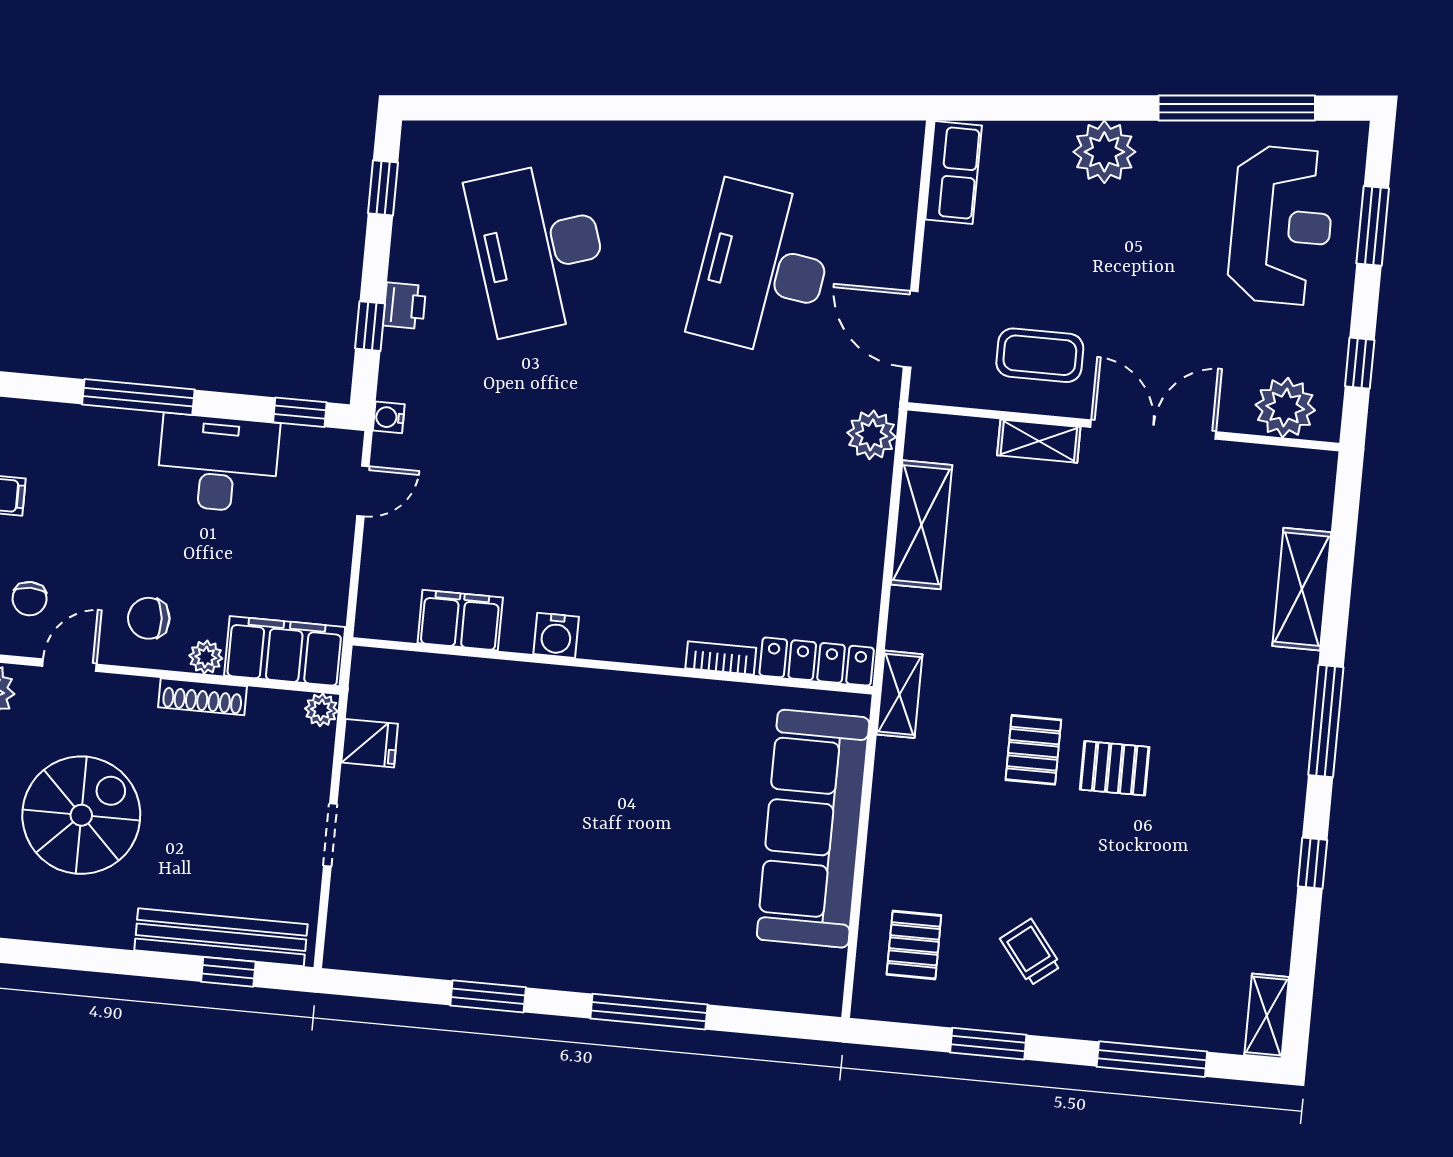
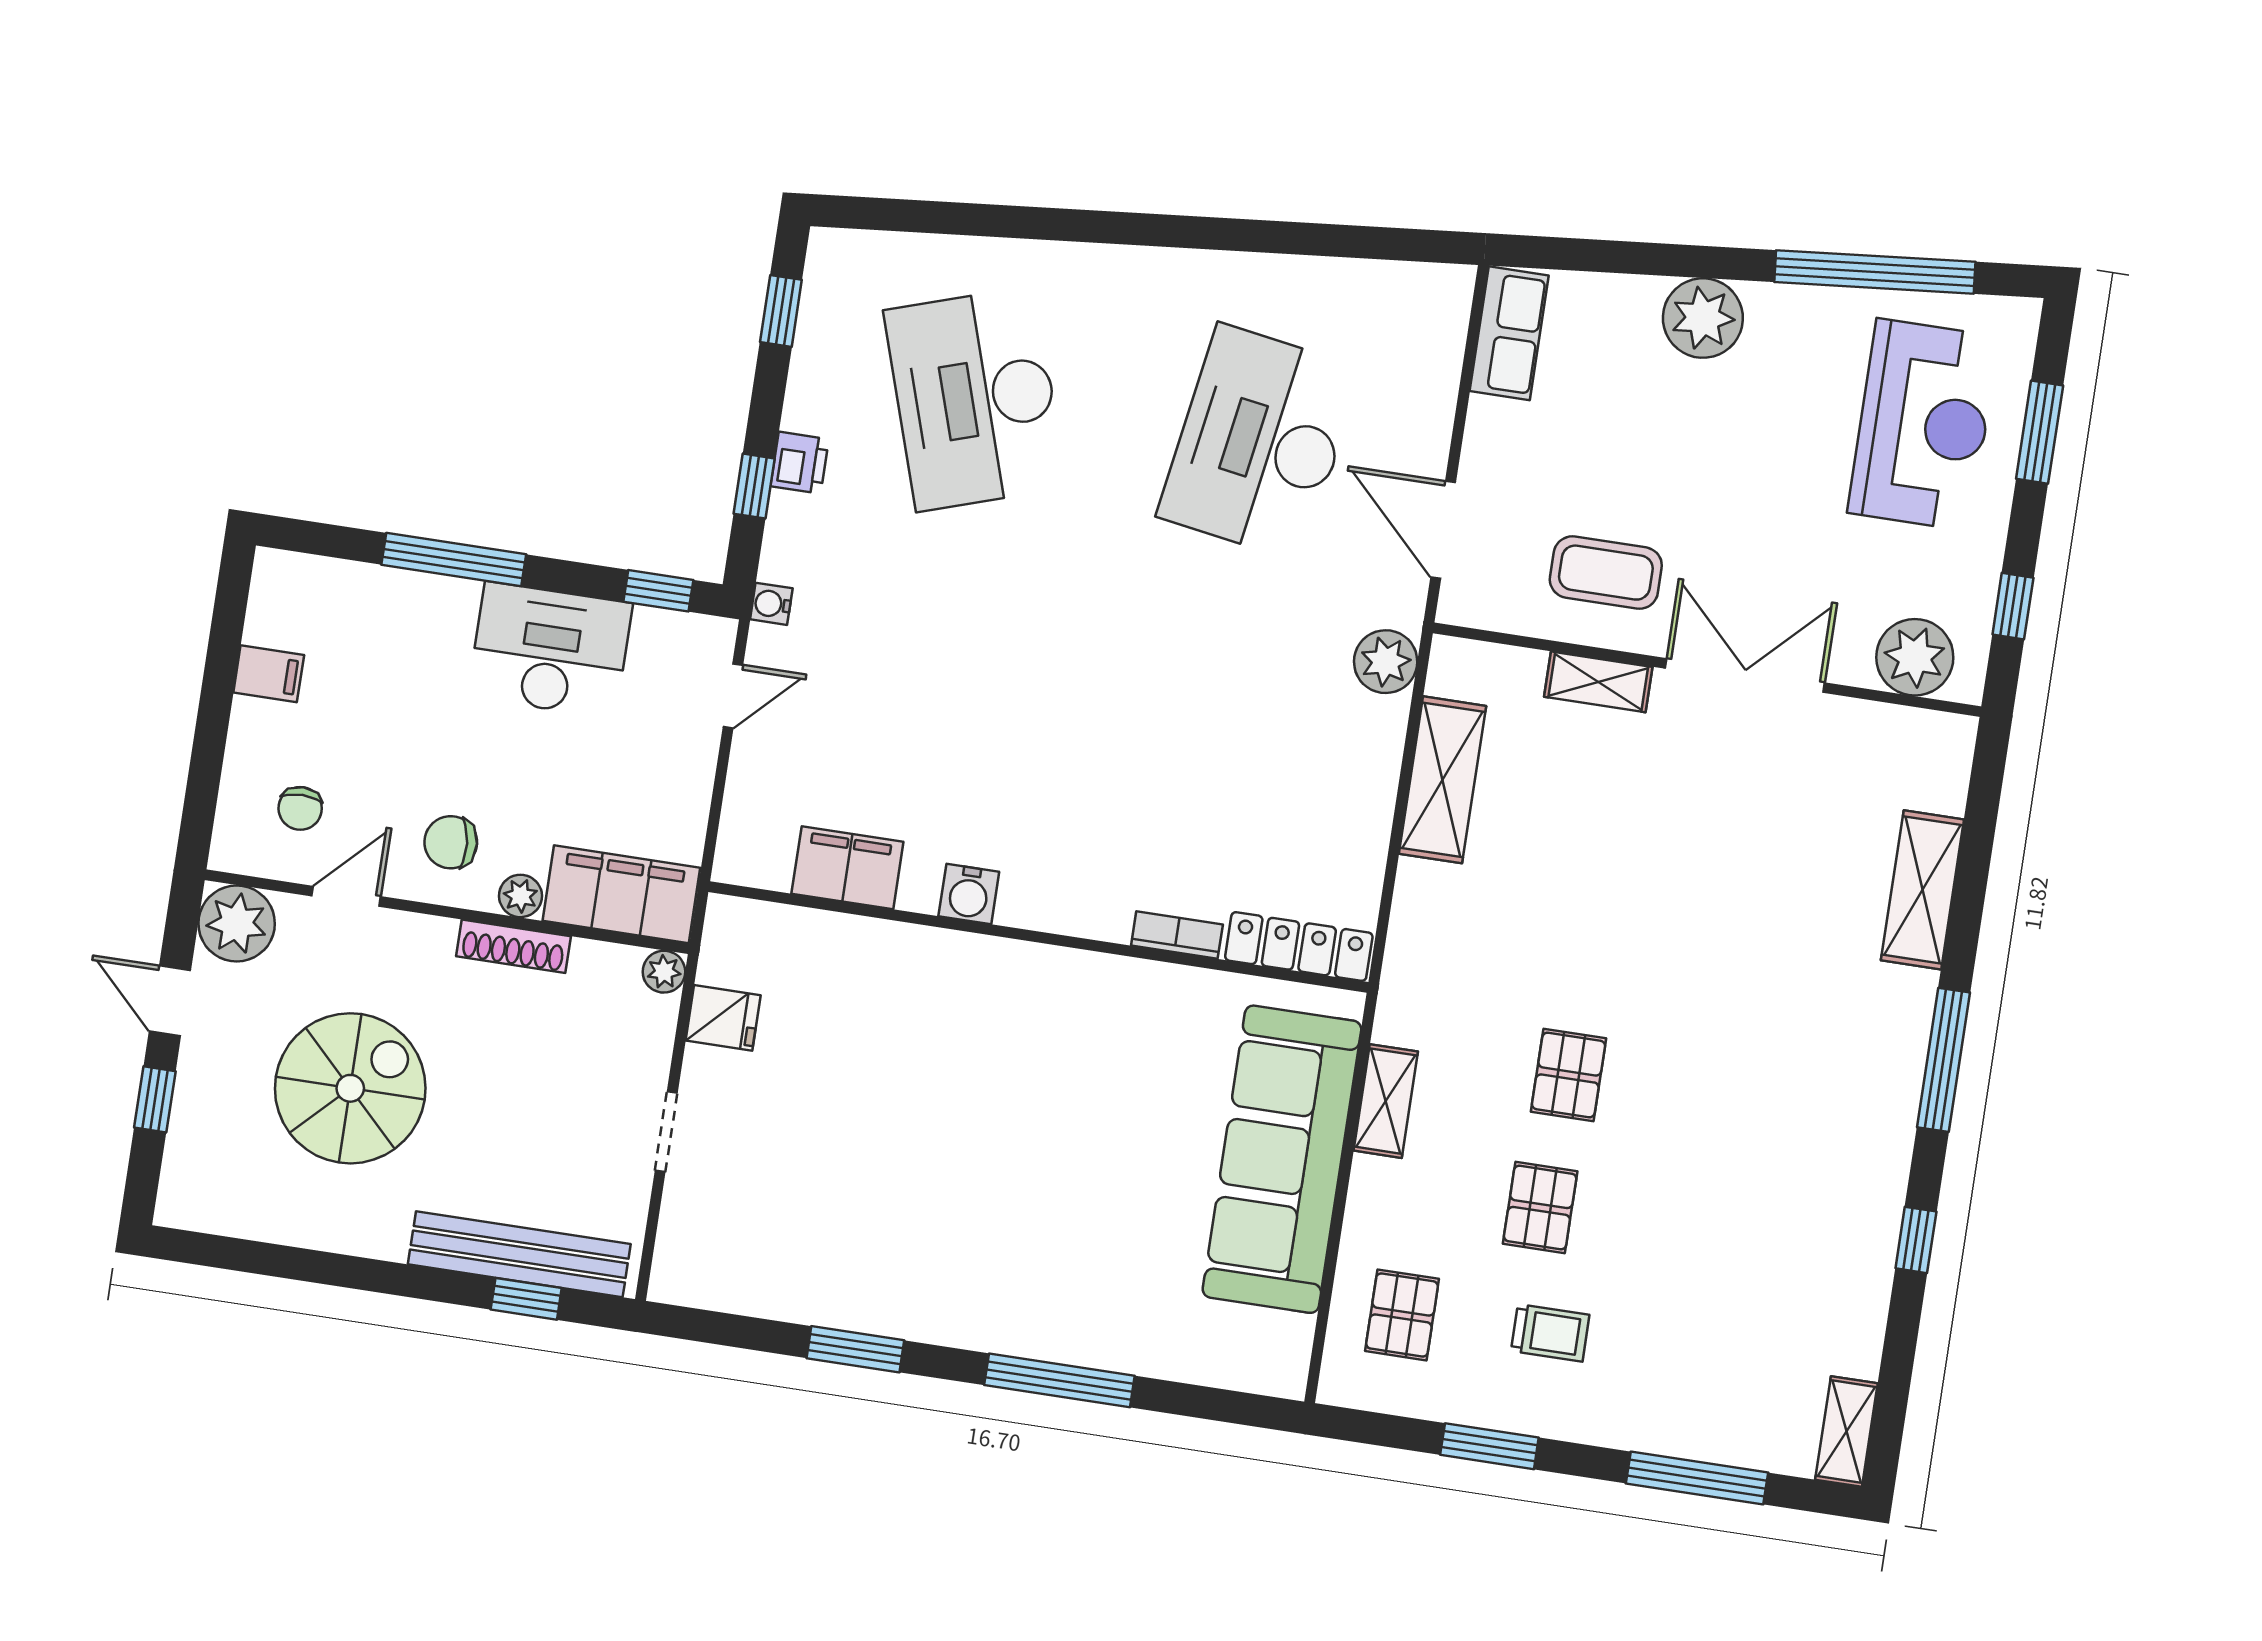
shelving: (899, 694) -> (1386, 1101), moved
pallet: (1115, 768) -> (1540, 1207), moved, turned 90
trolley: (1031, 952) -> (1550, 1333), turned 128

